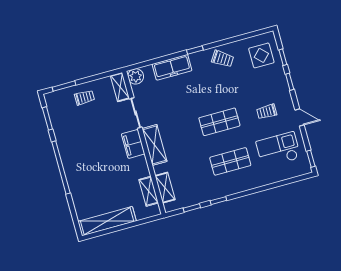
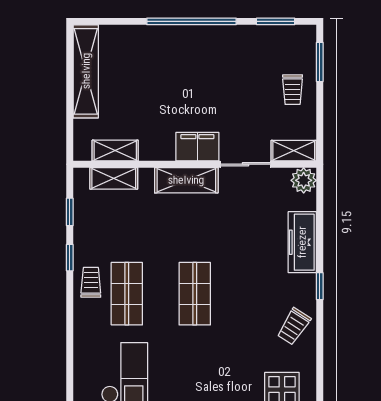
trolley: (267, 112) -> (91, 282), moved

